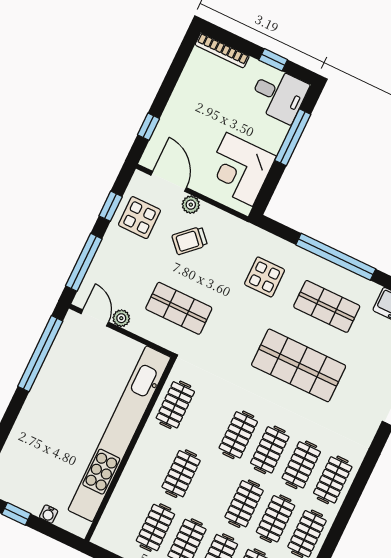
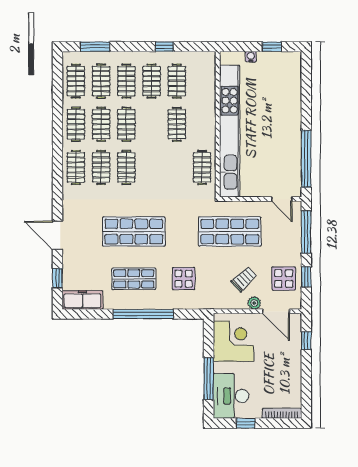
desk: (279, 95) -> (231, 396), width x1.37
shop shelf: (179, 308) -> (230, 232), width x1.43, depth x1.36
plant: (121, 318) -> (264, 207), removed
clothes rail: (238, 435) -> (152, 167), removed

